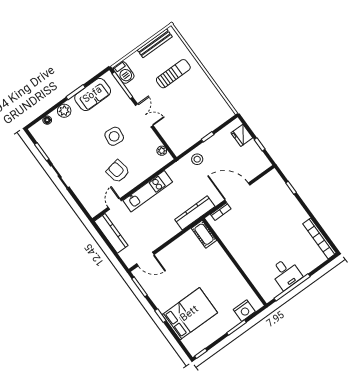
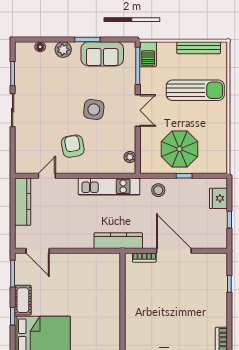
sun lounger: (173, 74) -> (195, 90), width x1.36, depth x1.34
parasol: (191, 121) -> (179, 149), added
kitchen unit: (148, 191) -> (109, 186), moved
cot: (204, 234) -> (23, 300), moved

